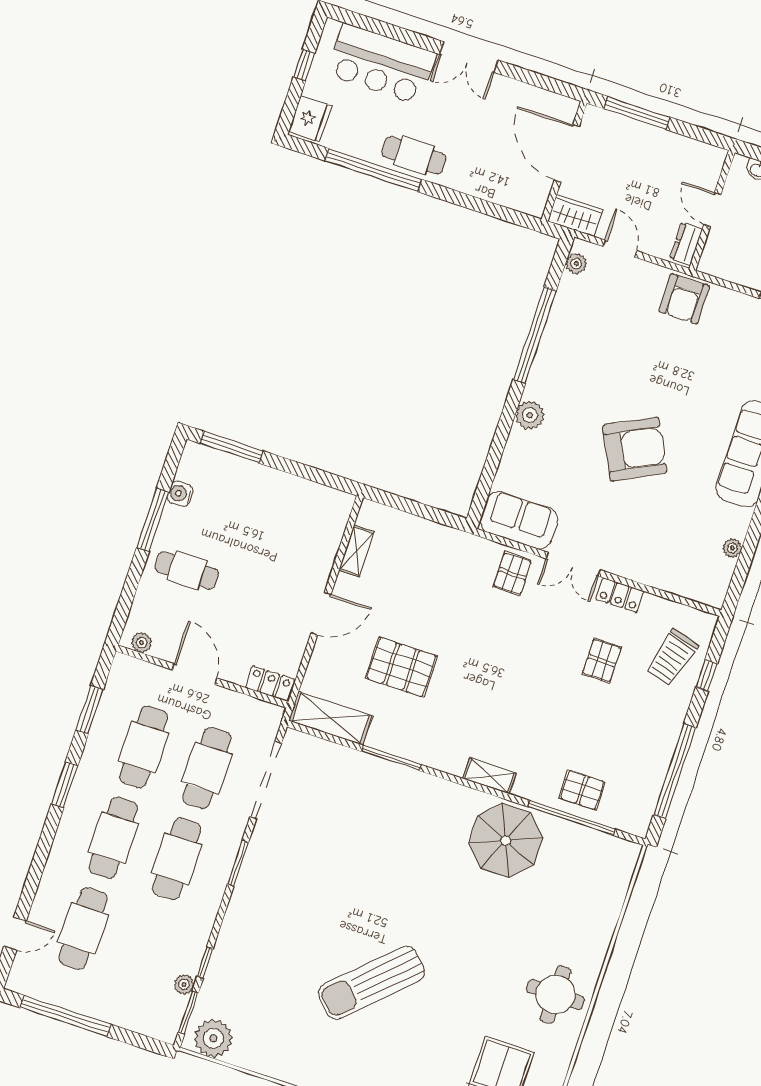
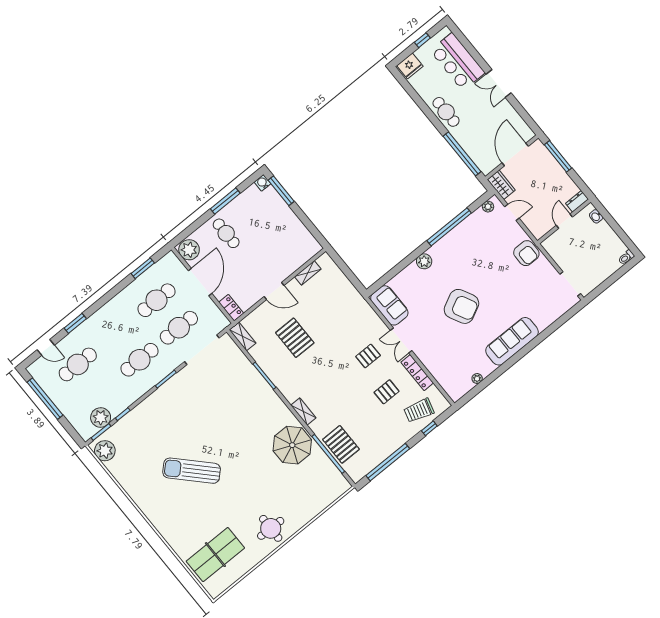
window: (373, 170) -> (462, 154), moved
dresser: (686, 244) -> (577, 201), moved
door: (620, 249) -> (512, 212), hinge flipped
armchair: (684, 299) -> (526, 253), turned -90
water cooler: (180, 494) -> (263, 183), moved
pallet: (512, 574) -> (368, 356), moved
locker: (620, 595) -> (417, 373), width x1.53
plant: (142, 642) -> (189, 250), width x1.88, depth x1.88
door: (195, 674) -> (200, 282), width x1.36
shelving: (331, 718) -> (243, 336), width x0.67, depth x0.75
window: (65, 785) -> (75, 323), moved
pallet: (582, 790) -> (341, 444), width x1.50, depth x1.42
cafe table: (113, 838) -> (117, 332), removed
plant: (184, 984) -> (101, 418), width x1.88, depth x1.88

